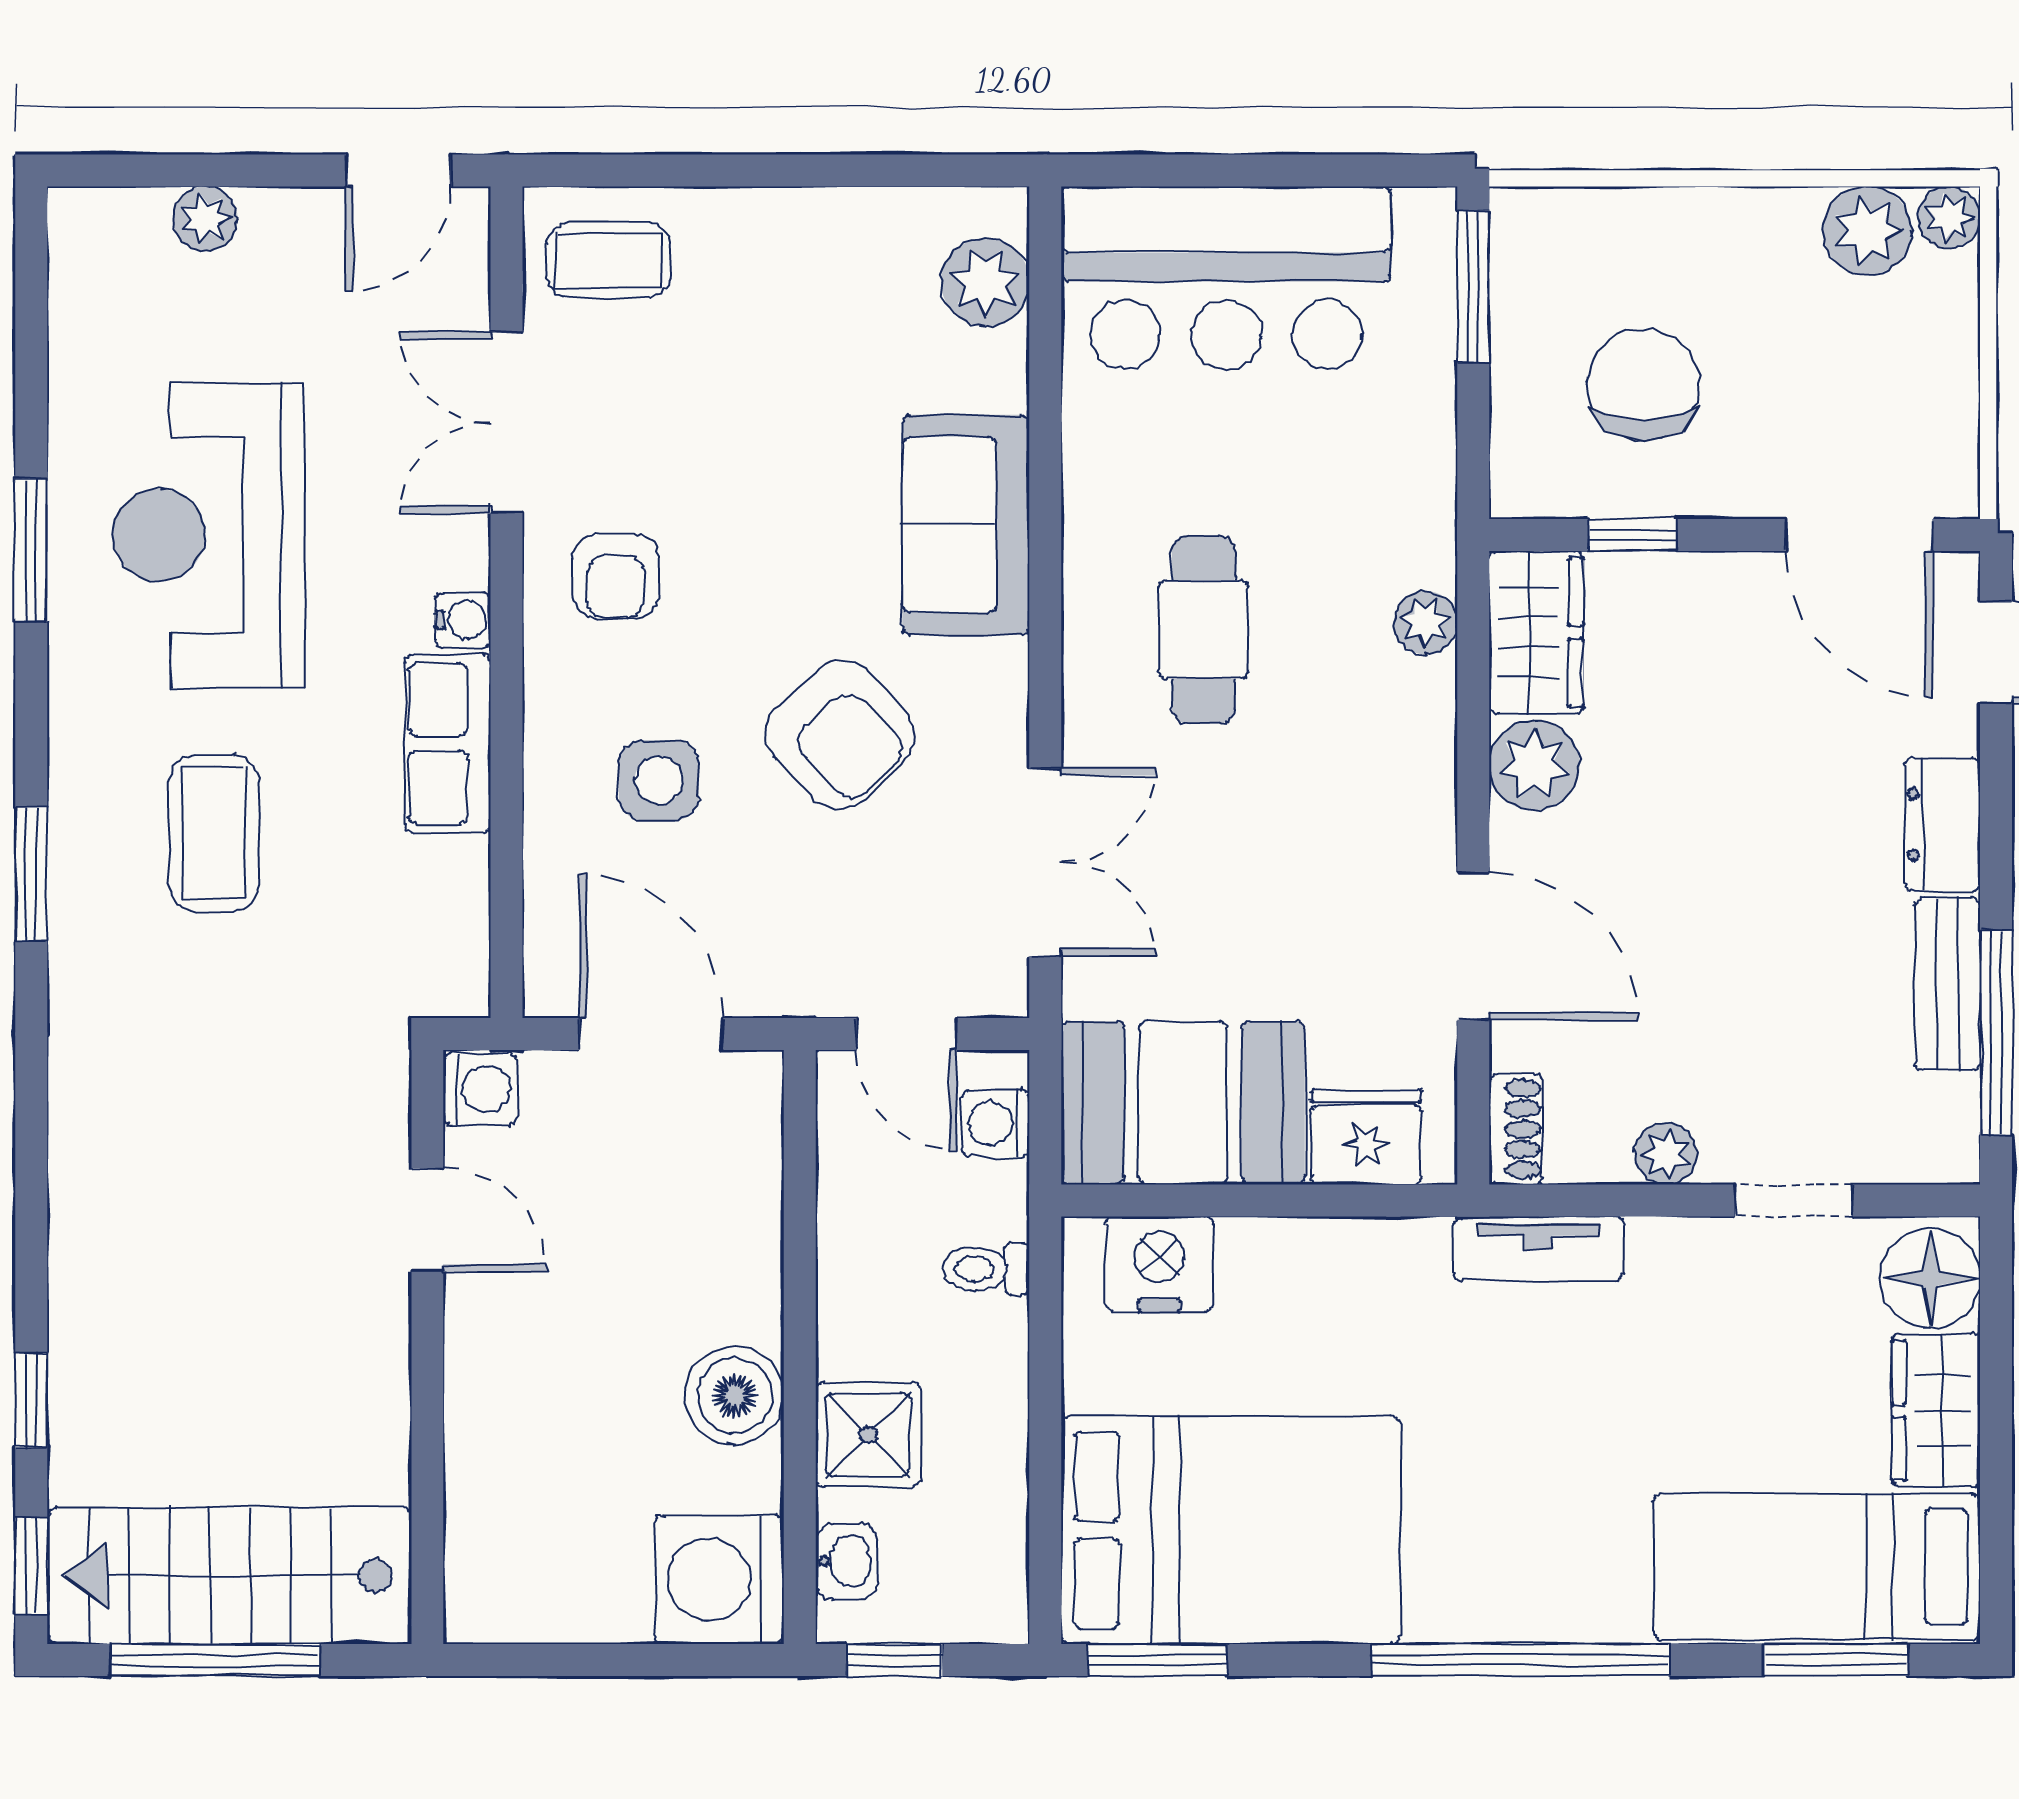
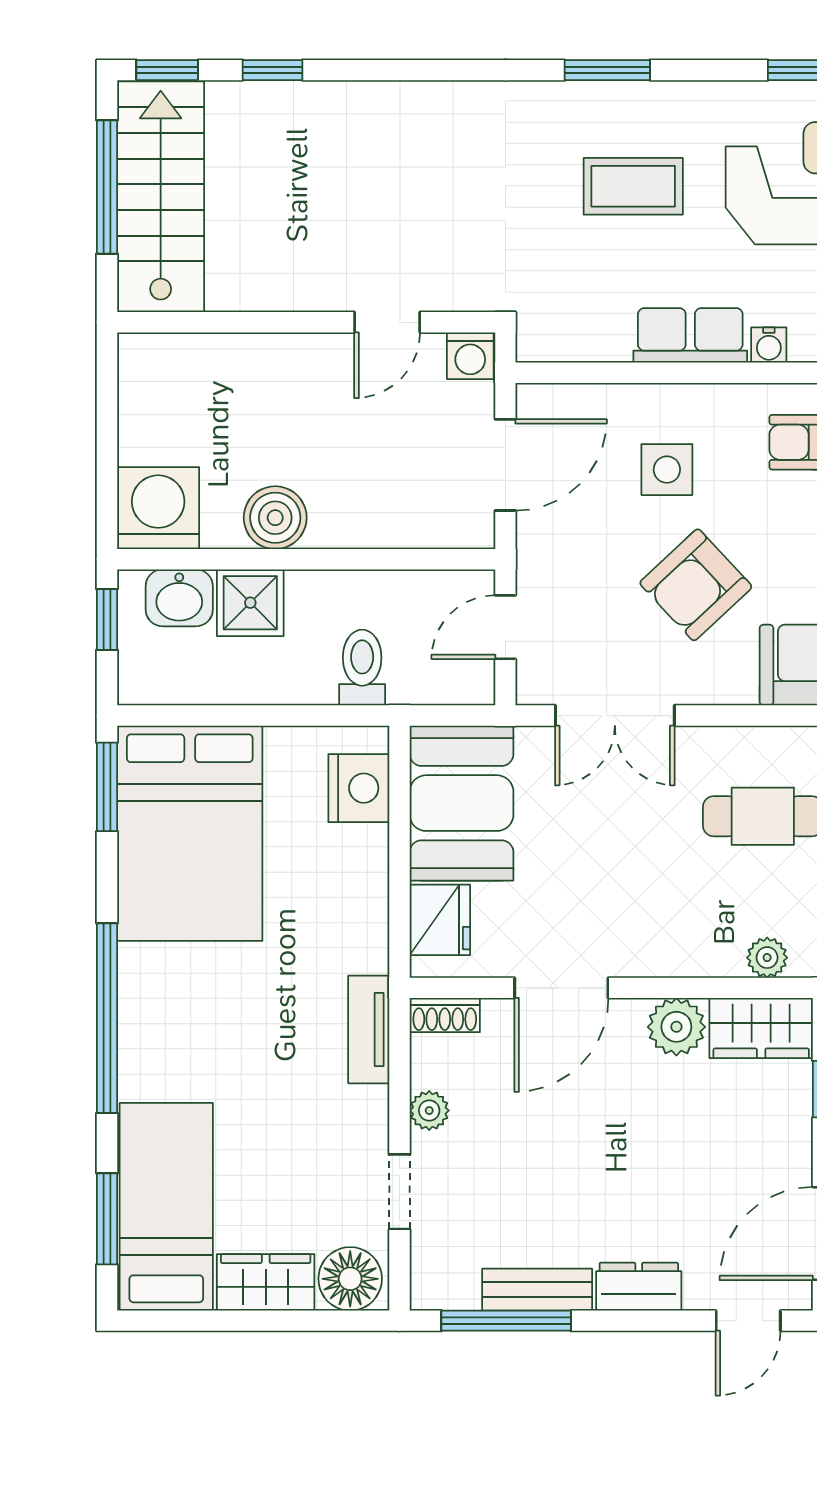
washing machine: (996, 1123) -> (449, 684), removed
toilet: (987, 1269) -> (362, 668), width x1.37, depth x1.39
washbasin: (847, 1561) -> (179, 598), width x1.38, depth x1.45

